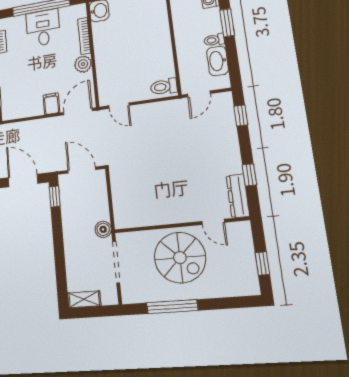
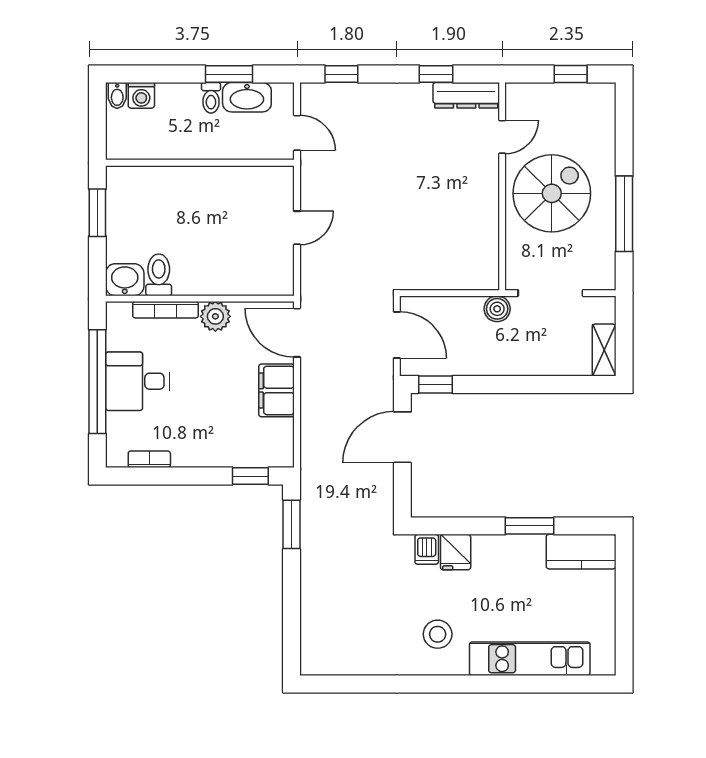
window: (227, 23) -> (229, 74), moved
toilet: (164, 87) -> (159, 275), moved, turned 180
filing cabinet: (51, 104) -> (277, 390), width x2.00
door: (119, 106) -> (297, 228), moved
door: (82, 170) -> (397, 335), swing flipped

